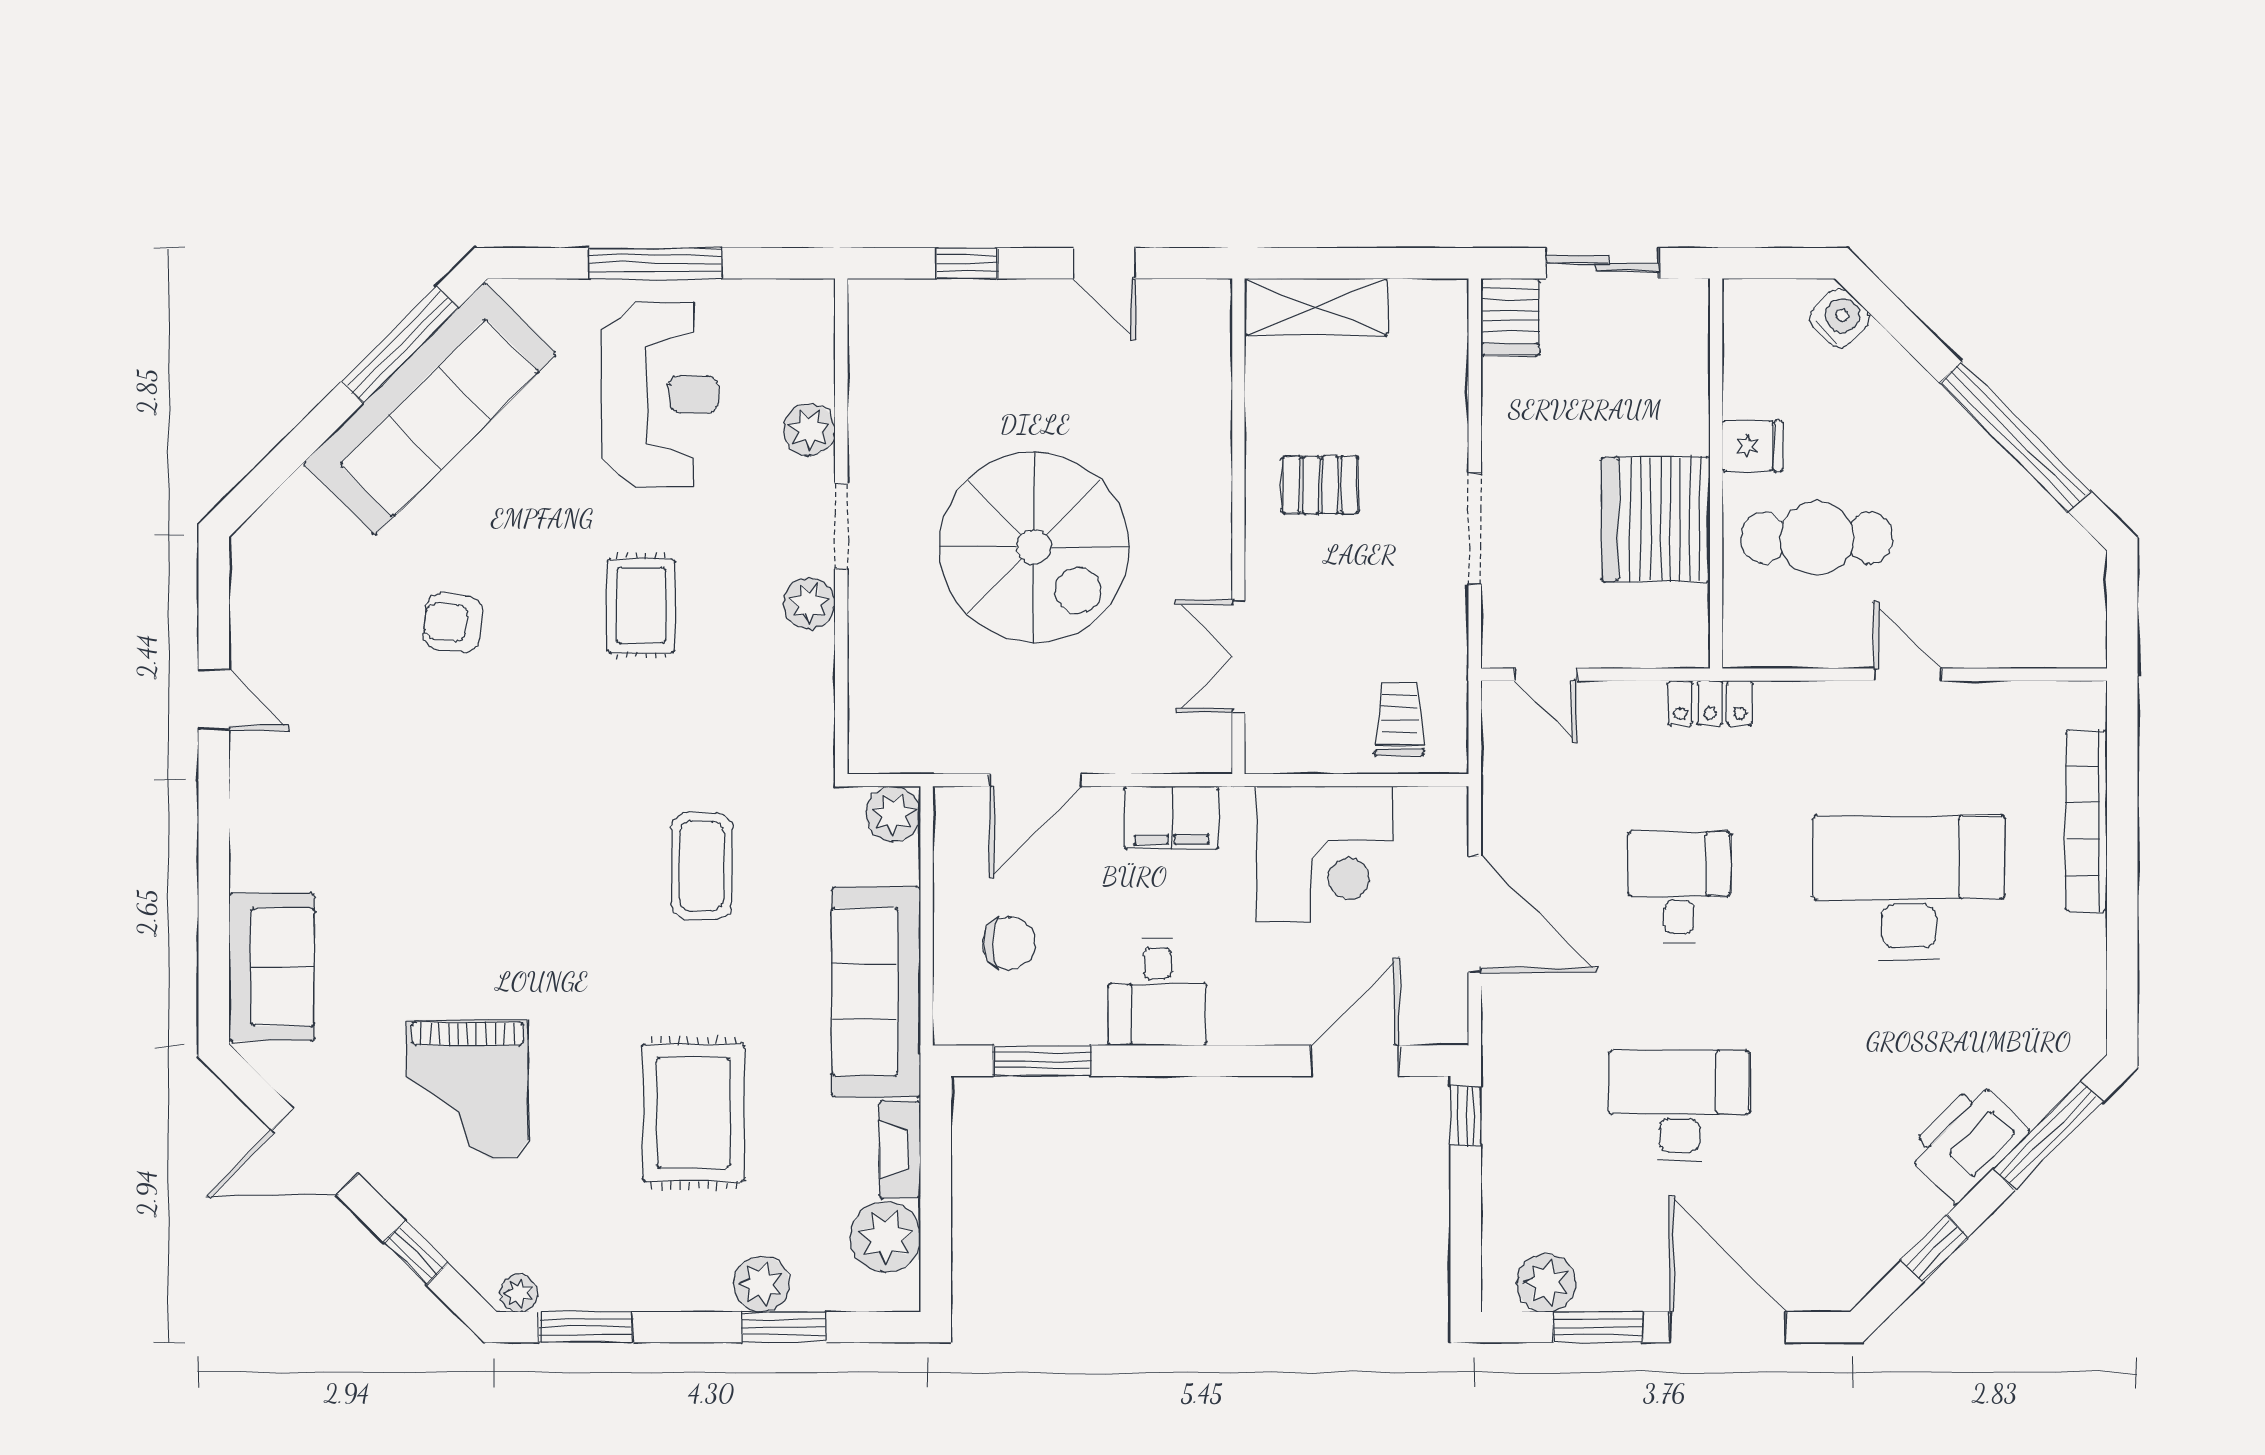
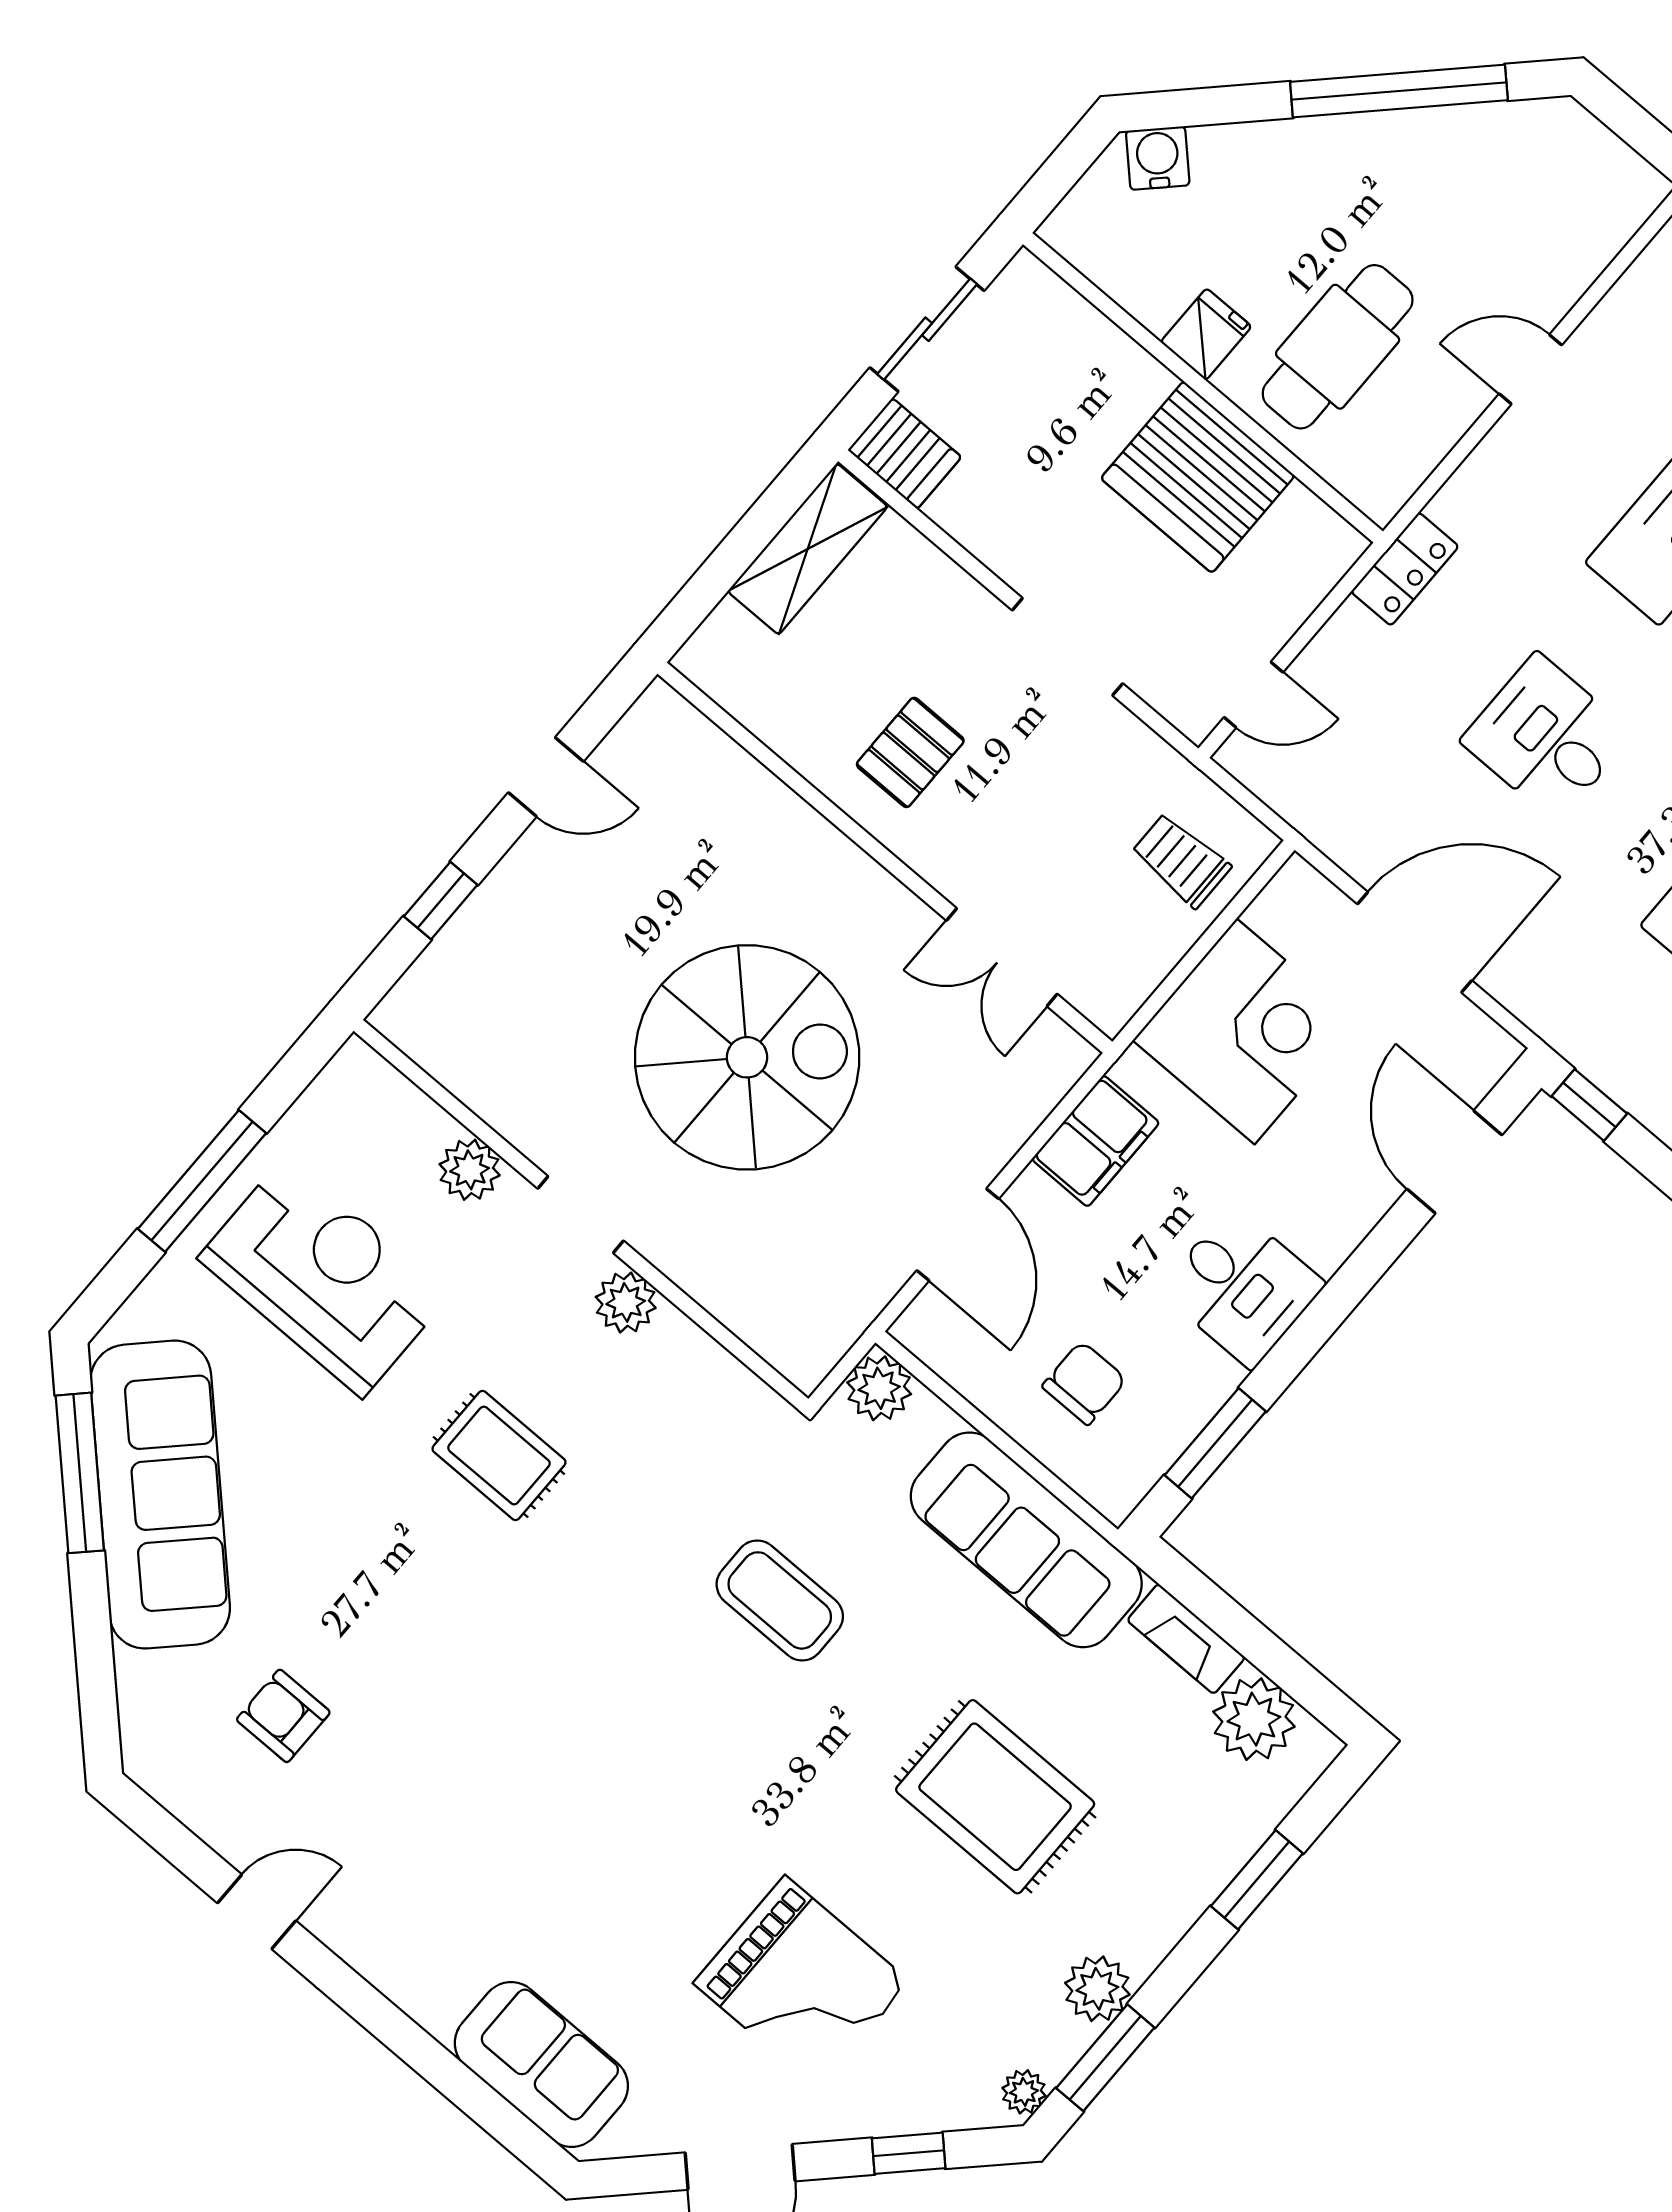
shelving: (1316, 307) -> (808, 549), moved
armchair: (453, 623) -> (283, 1716), moved, turned 84
plant: (761, 1284) -> (1097, 1989), moved

